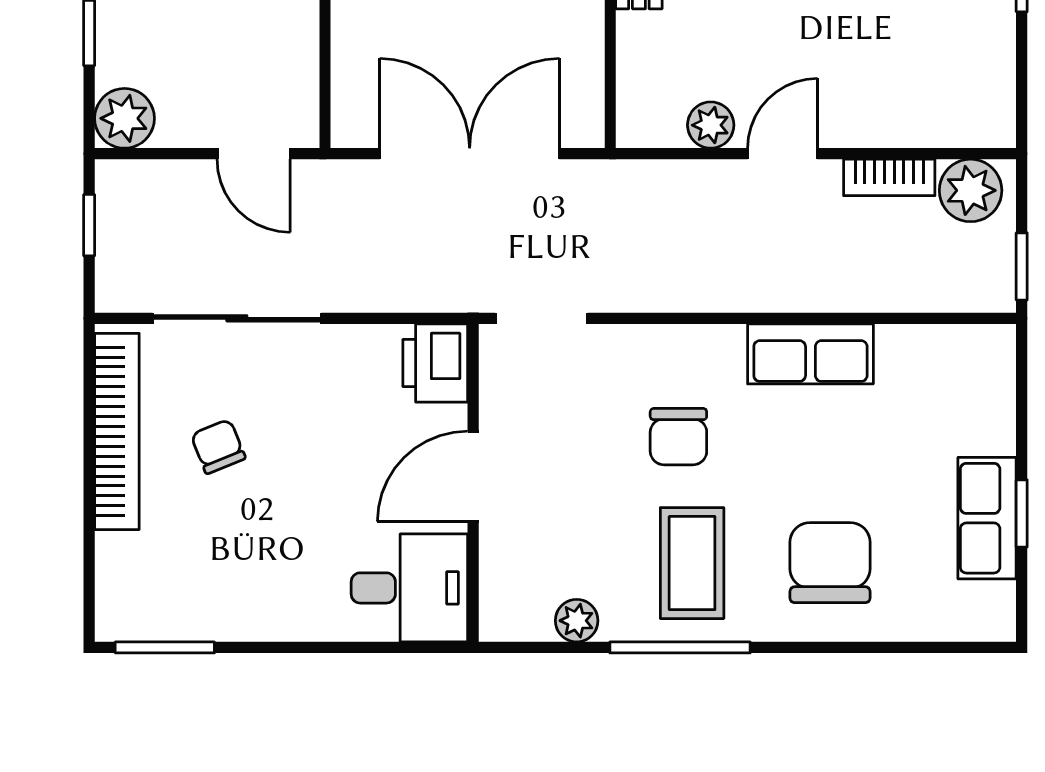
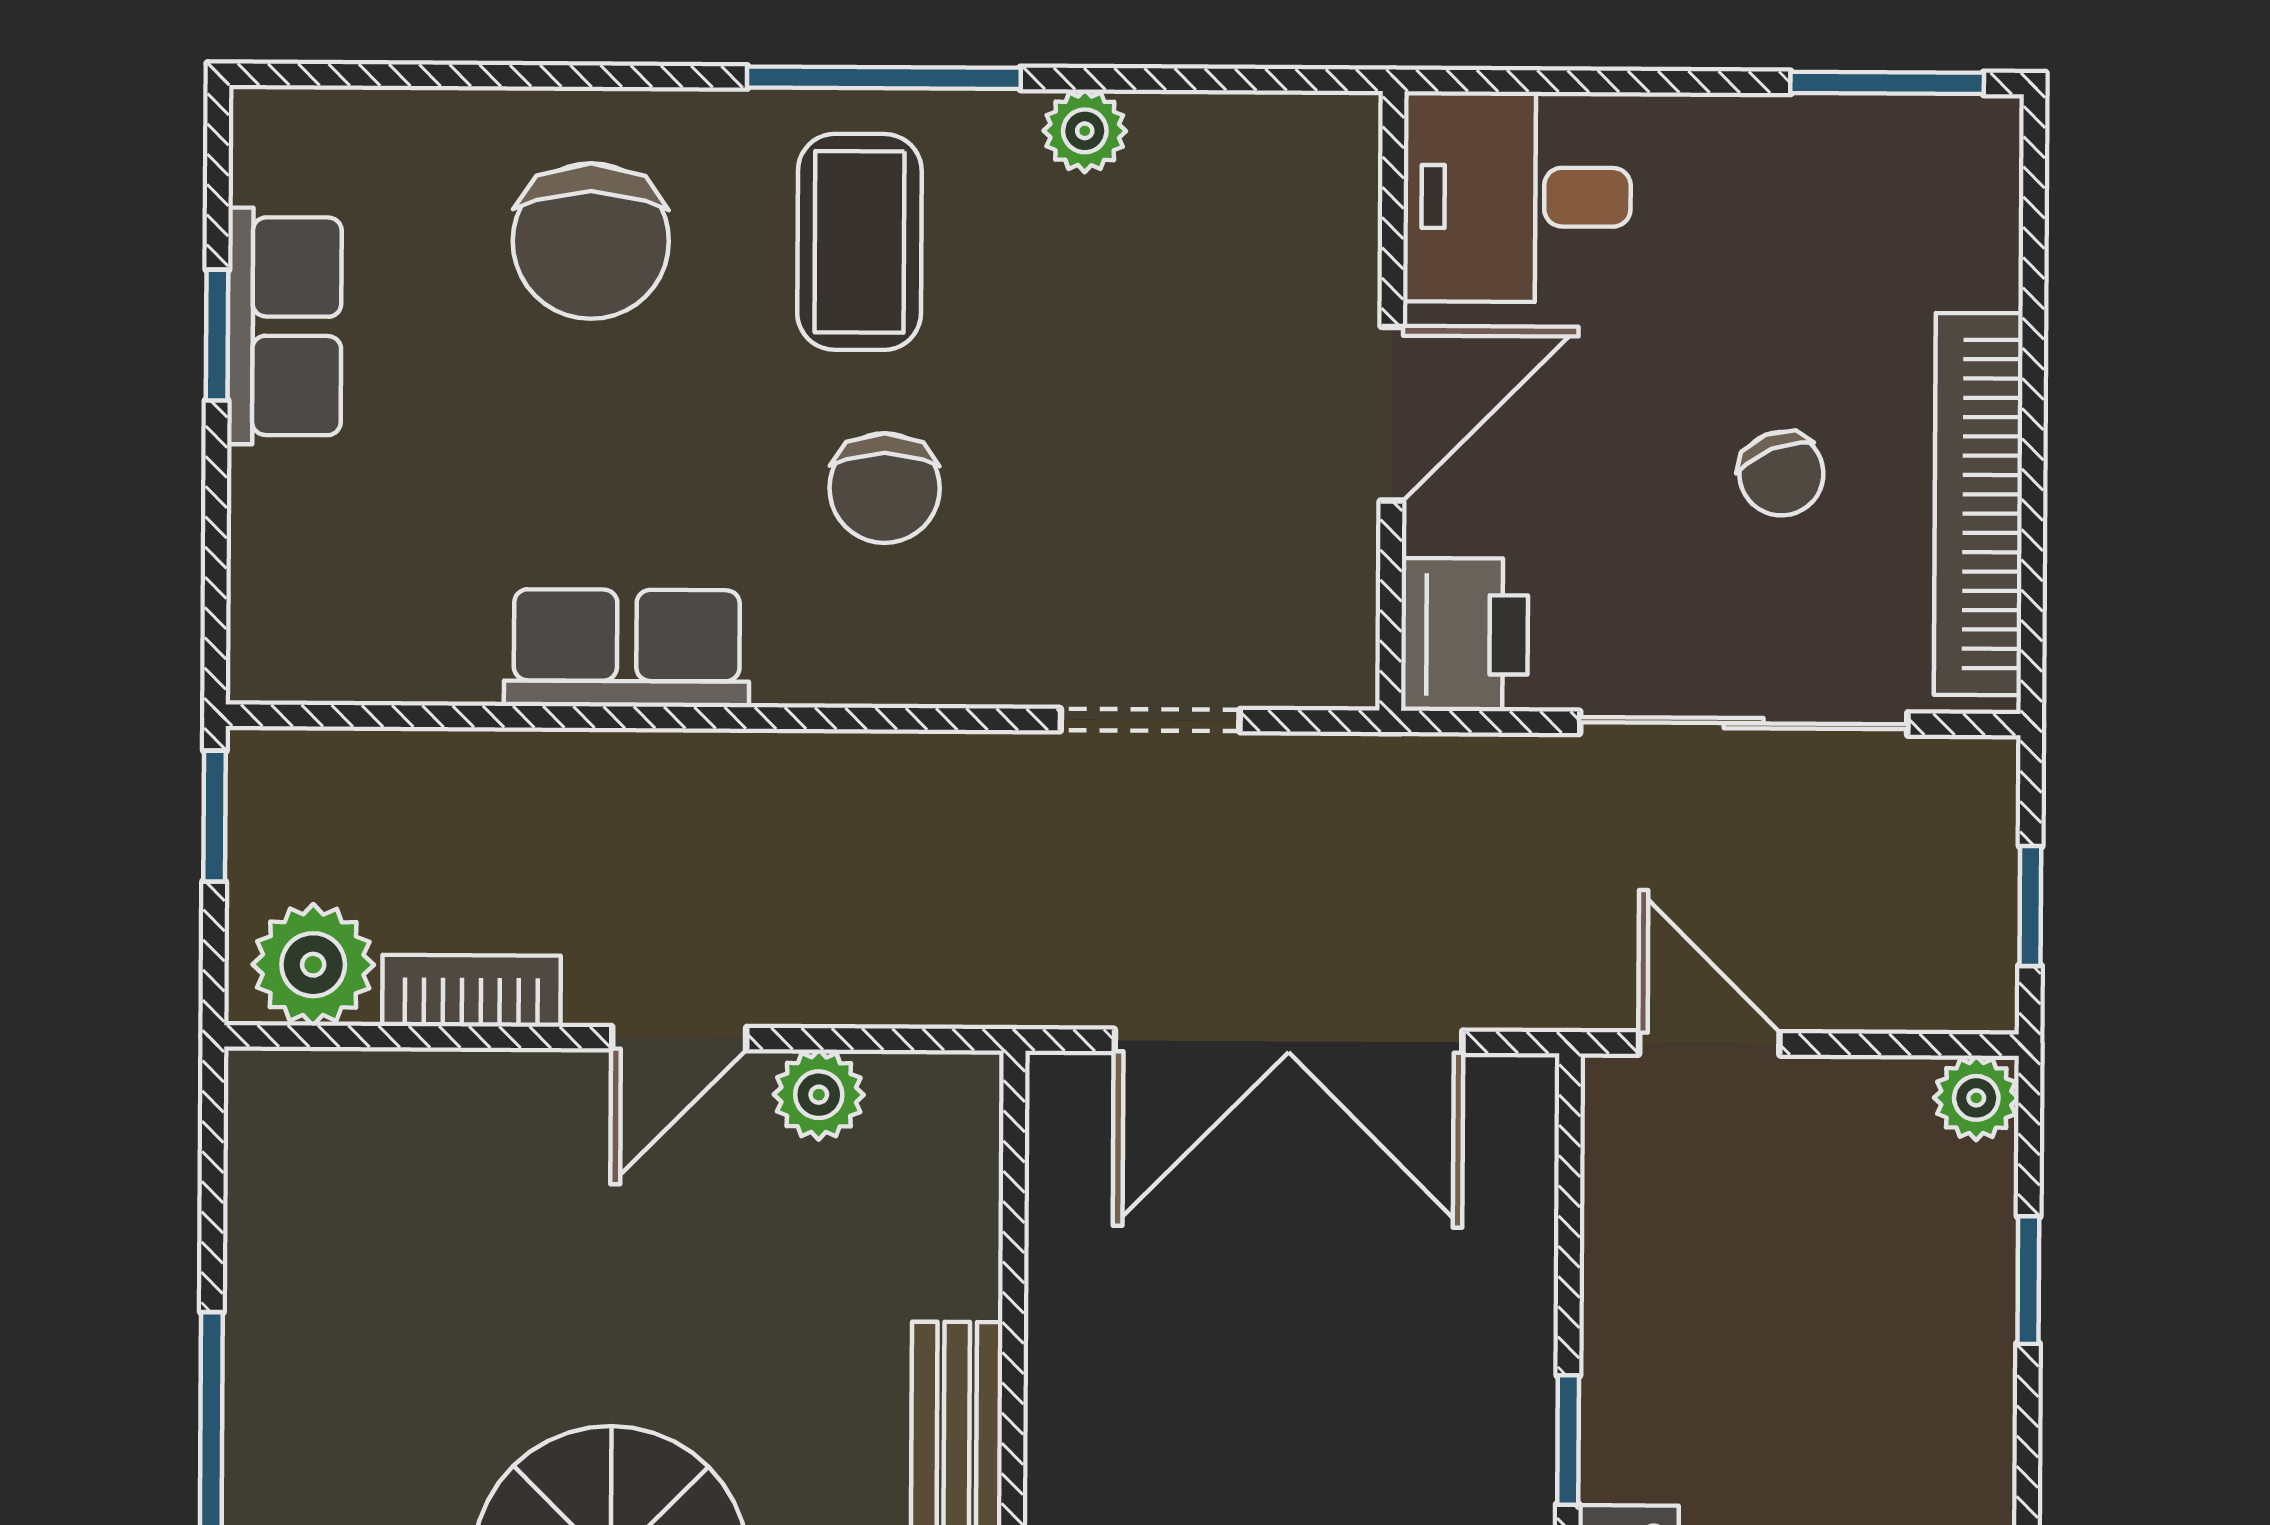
plant: (125, 118) -> (1976, 1098), width x0.73, depth x0.73
printer: (435, 363) -> (1465, 635), moved
chair: (678, 437) -> (885, 488), turned 180
door: (473, 476) -> (1392, 414), moved
wall: (473, 483) -> (1392, 401), moved
desk: (409, 588) -> (1517, 197), moved

